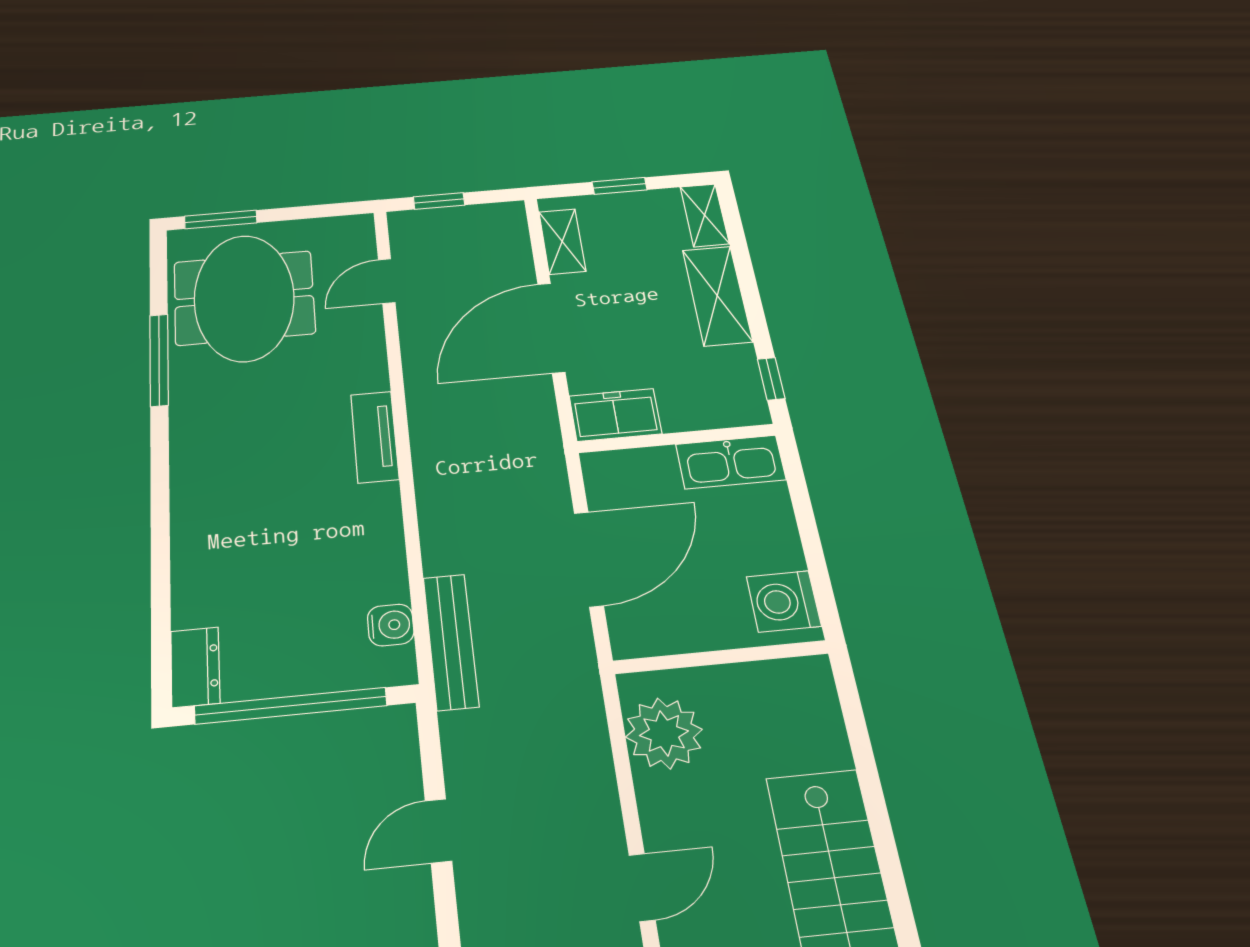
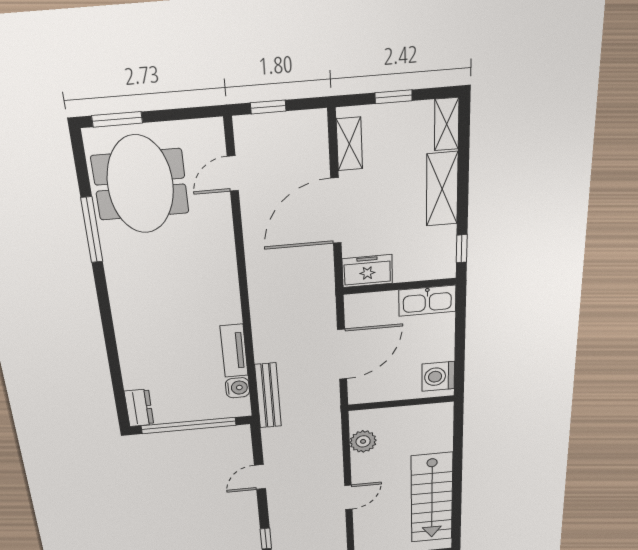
tv unit: (375, 437) -> (234, 351), moved
plant: (664, 733) -> (363, 441), width x0.73, depth x0.73

